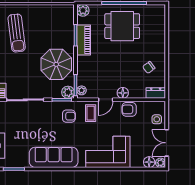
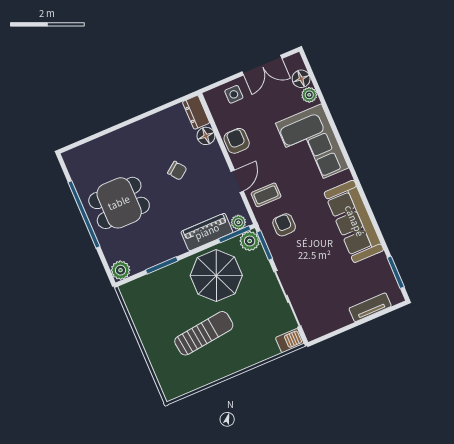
dining table: (122, 26) -> (119, 203), turned 90
sun lounger: (17, 33) -> (204, 333), moved
piano: (84, 40) -> (207, 232), moved
chair: (149, 67) -> (177, 171), moved
floor lamp: (123, 93) -> (206, 136), moved
door: (106, 100) -> (237, 181), hinge flipped
armchair: (129, 109) -> (237, 141), turned 180
plant: (160, 163) -> (309, 95), moved

